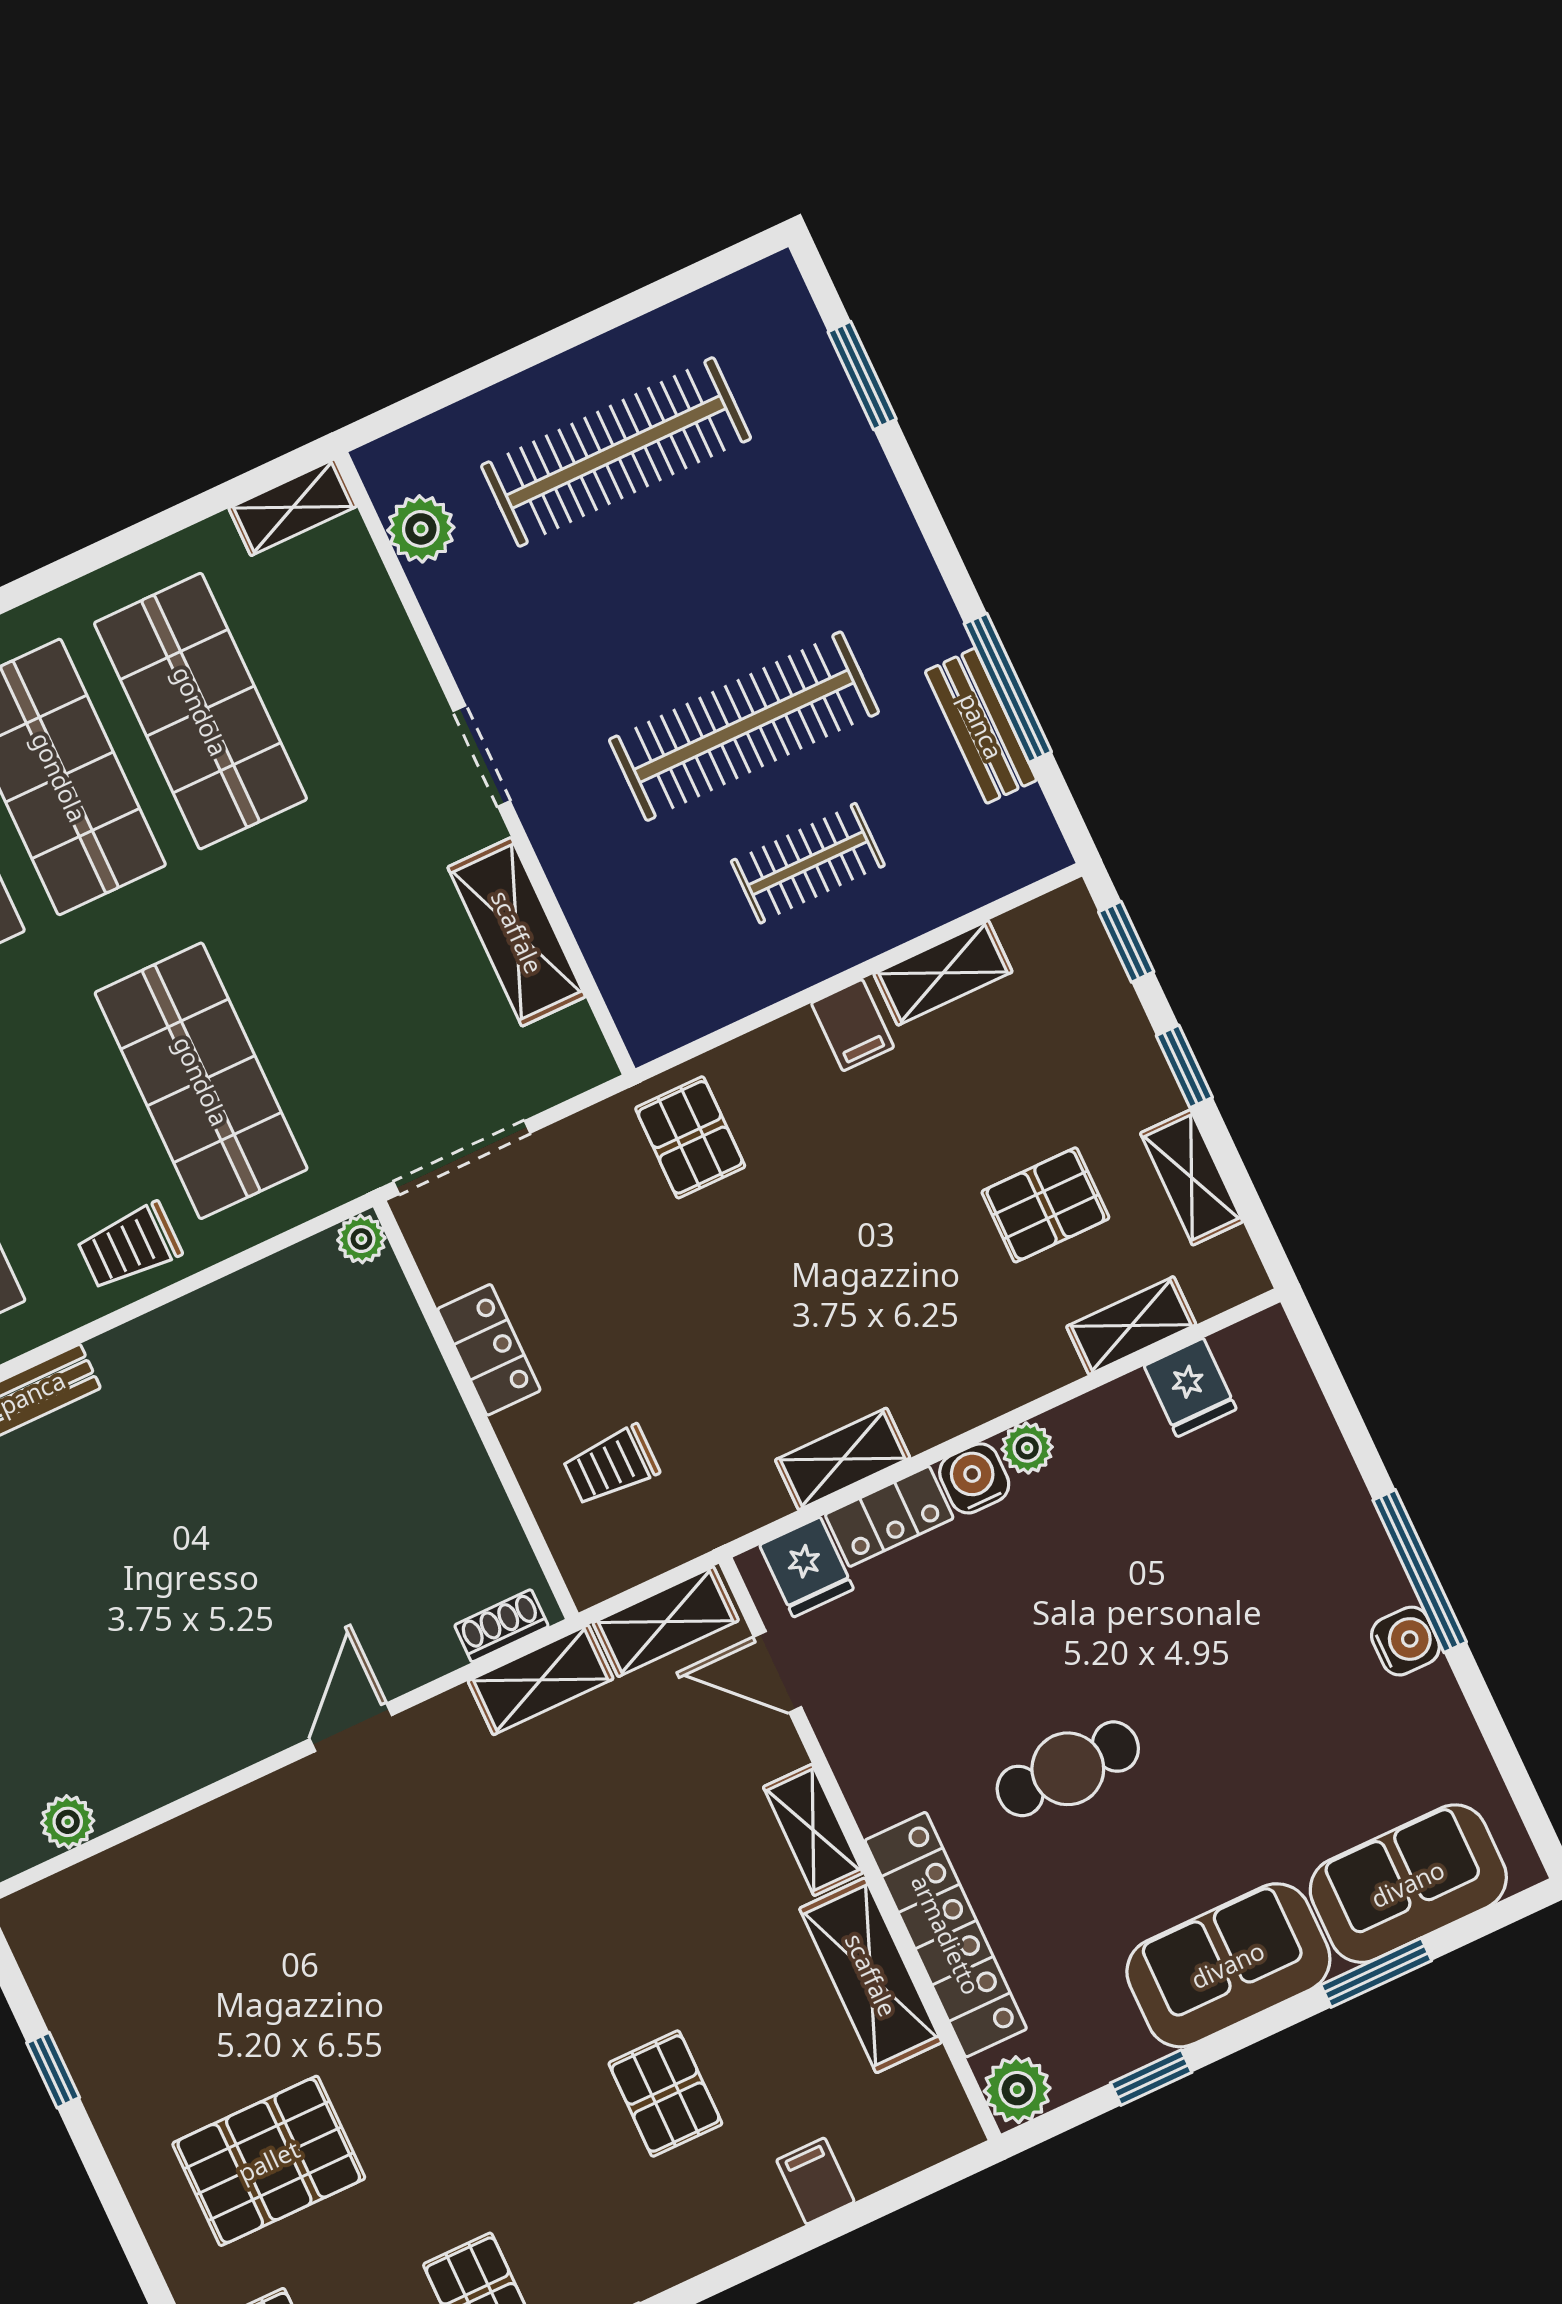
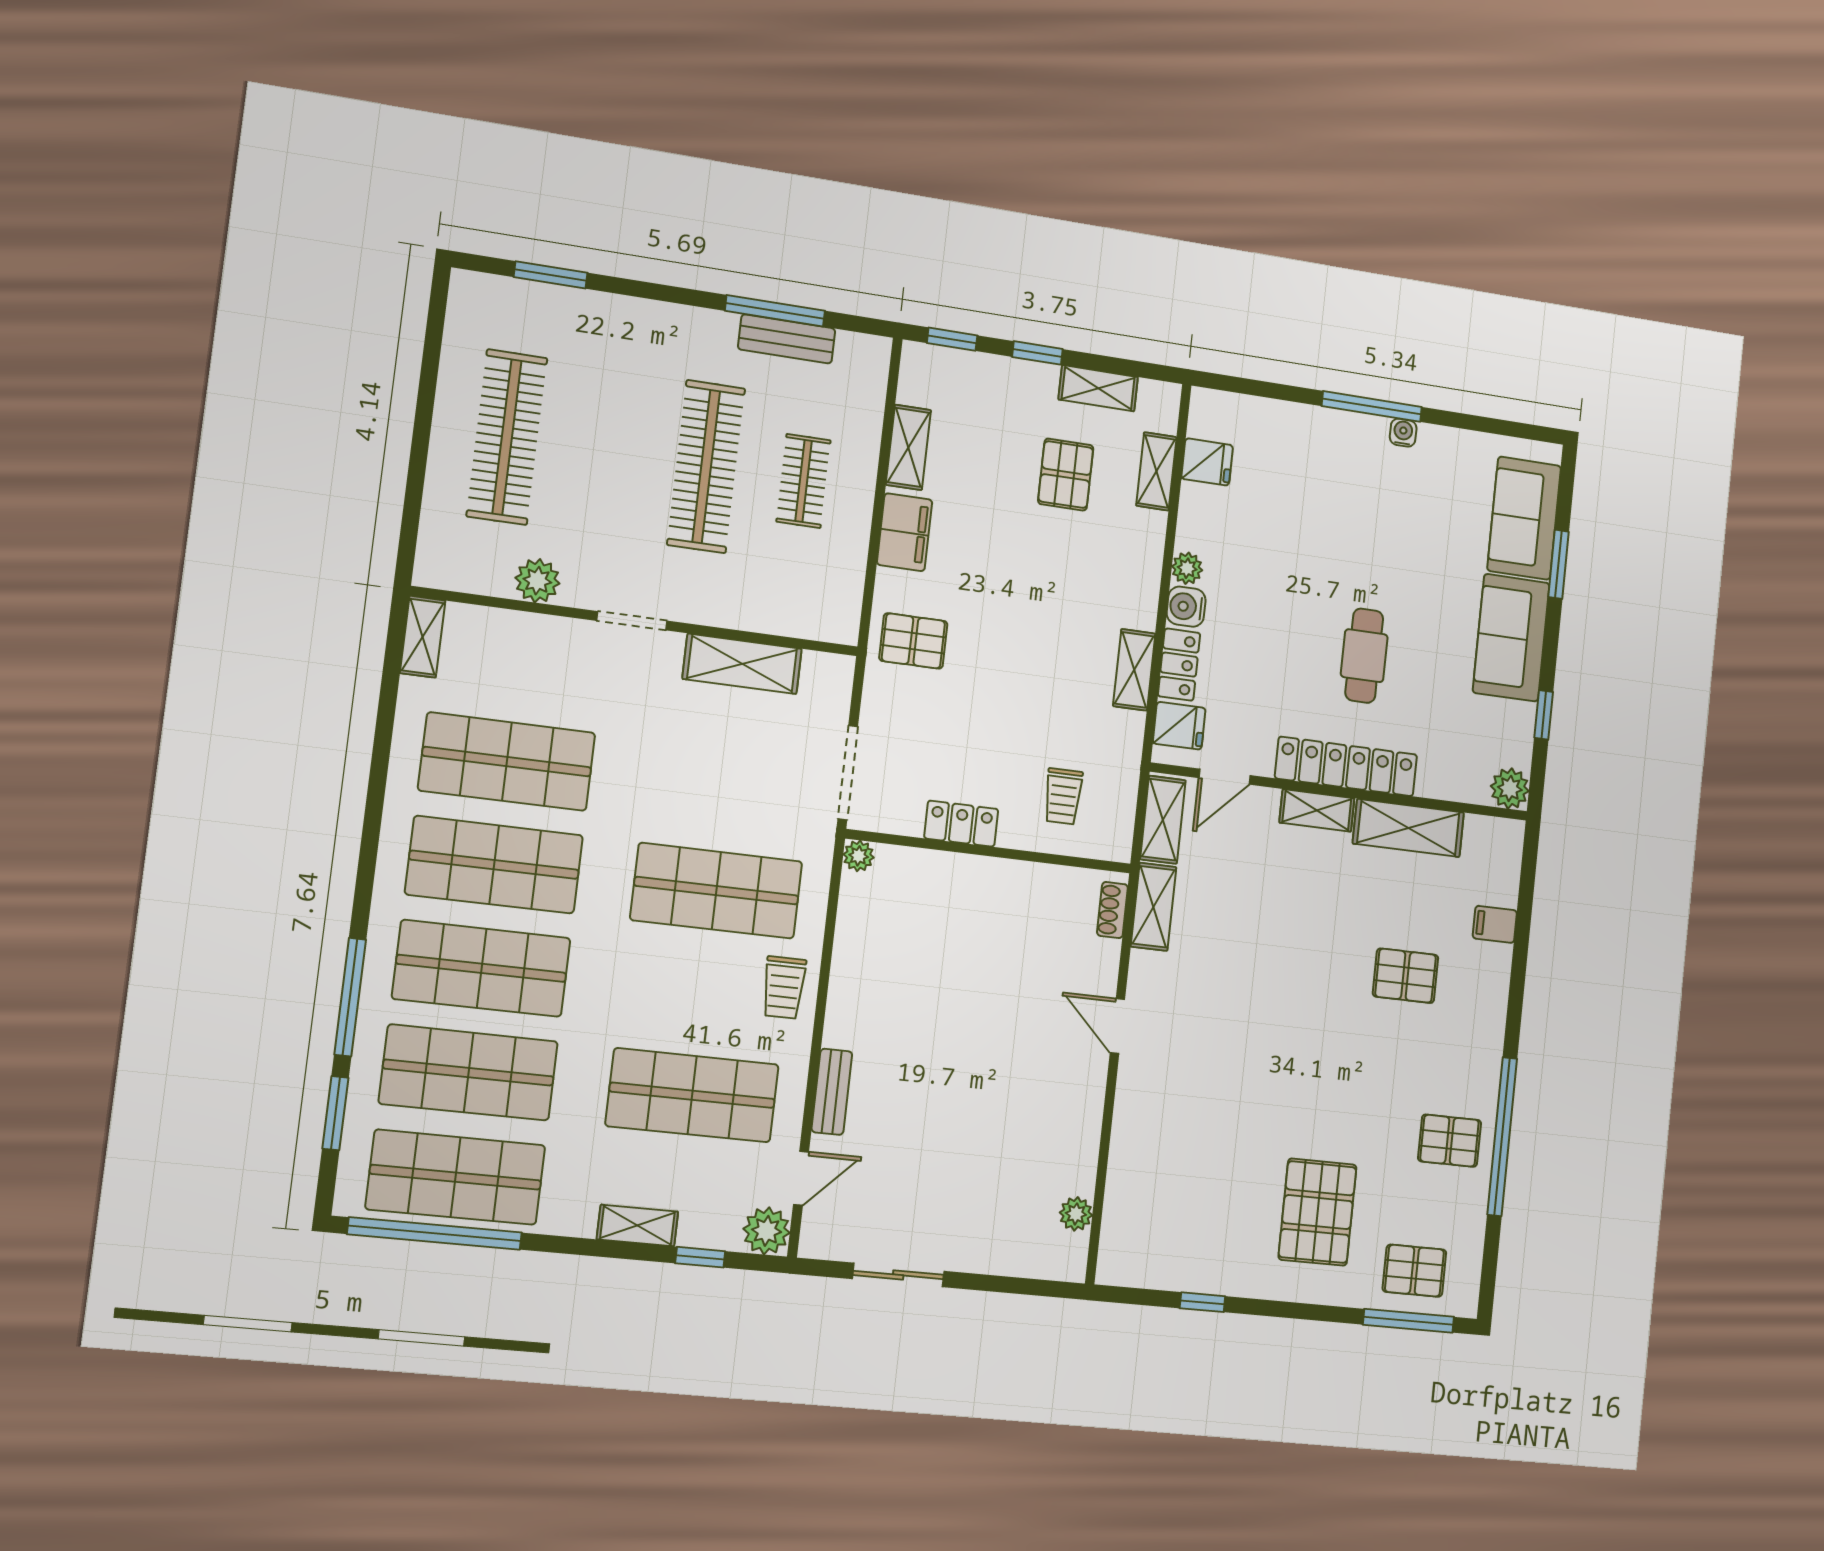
plant: (421, 529) -> (537, 581), moved
filing cabinet: (853, 1025) -> (905, 532), width x2.00
water cooler: (1405, 1641) -> (1403, 433), width x0.72, depth x0.72
locker: (946, 1935) -> (1346, 766), moved

